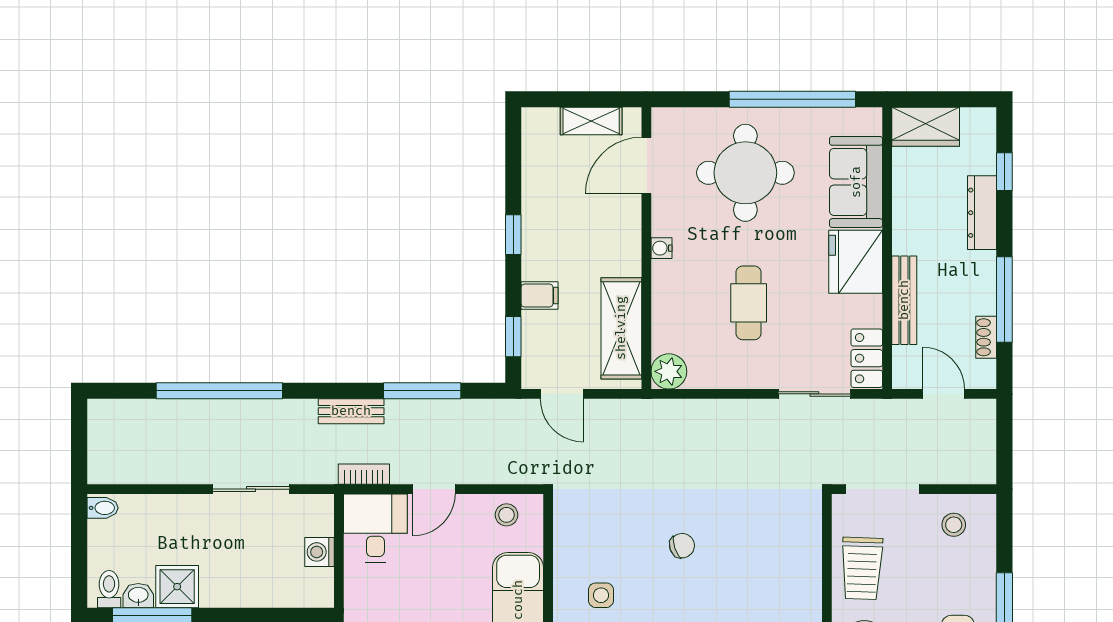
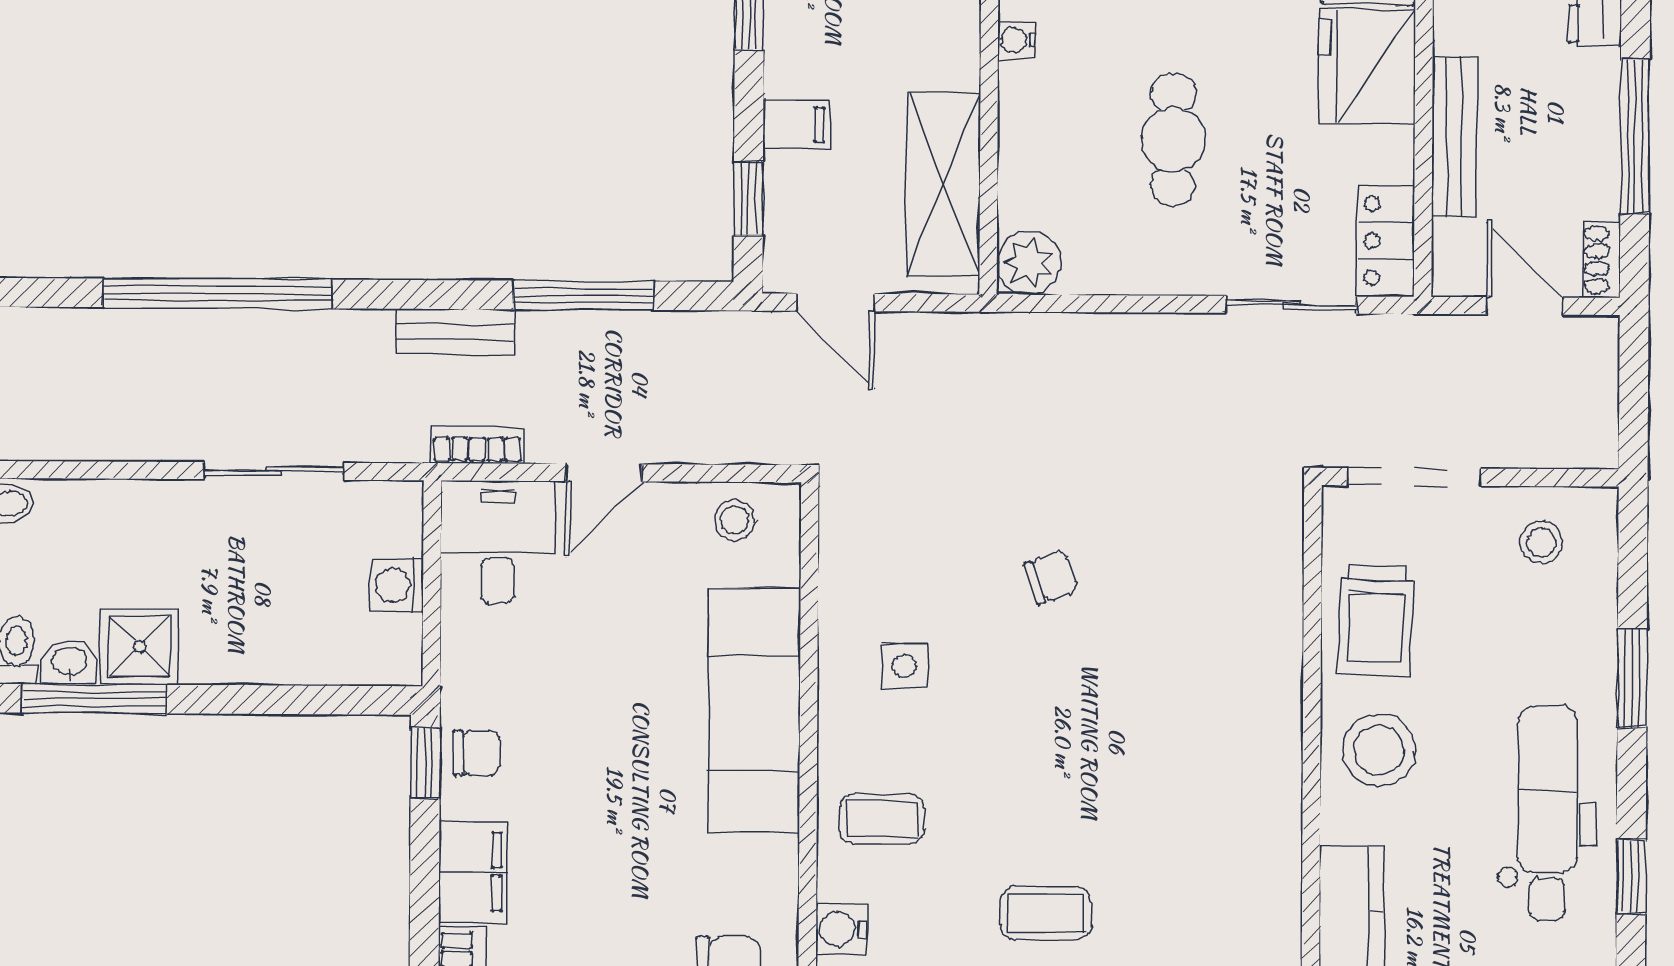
shoe rack: (986, 337) -> (1602, 260), moved

